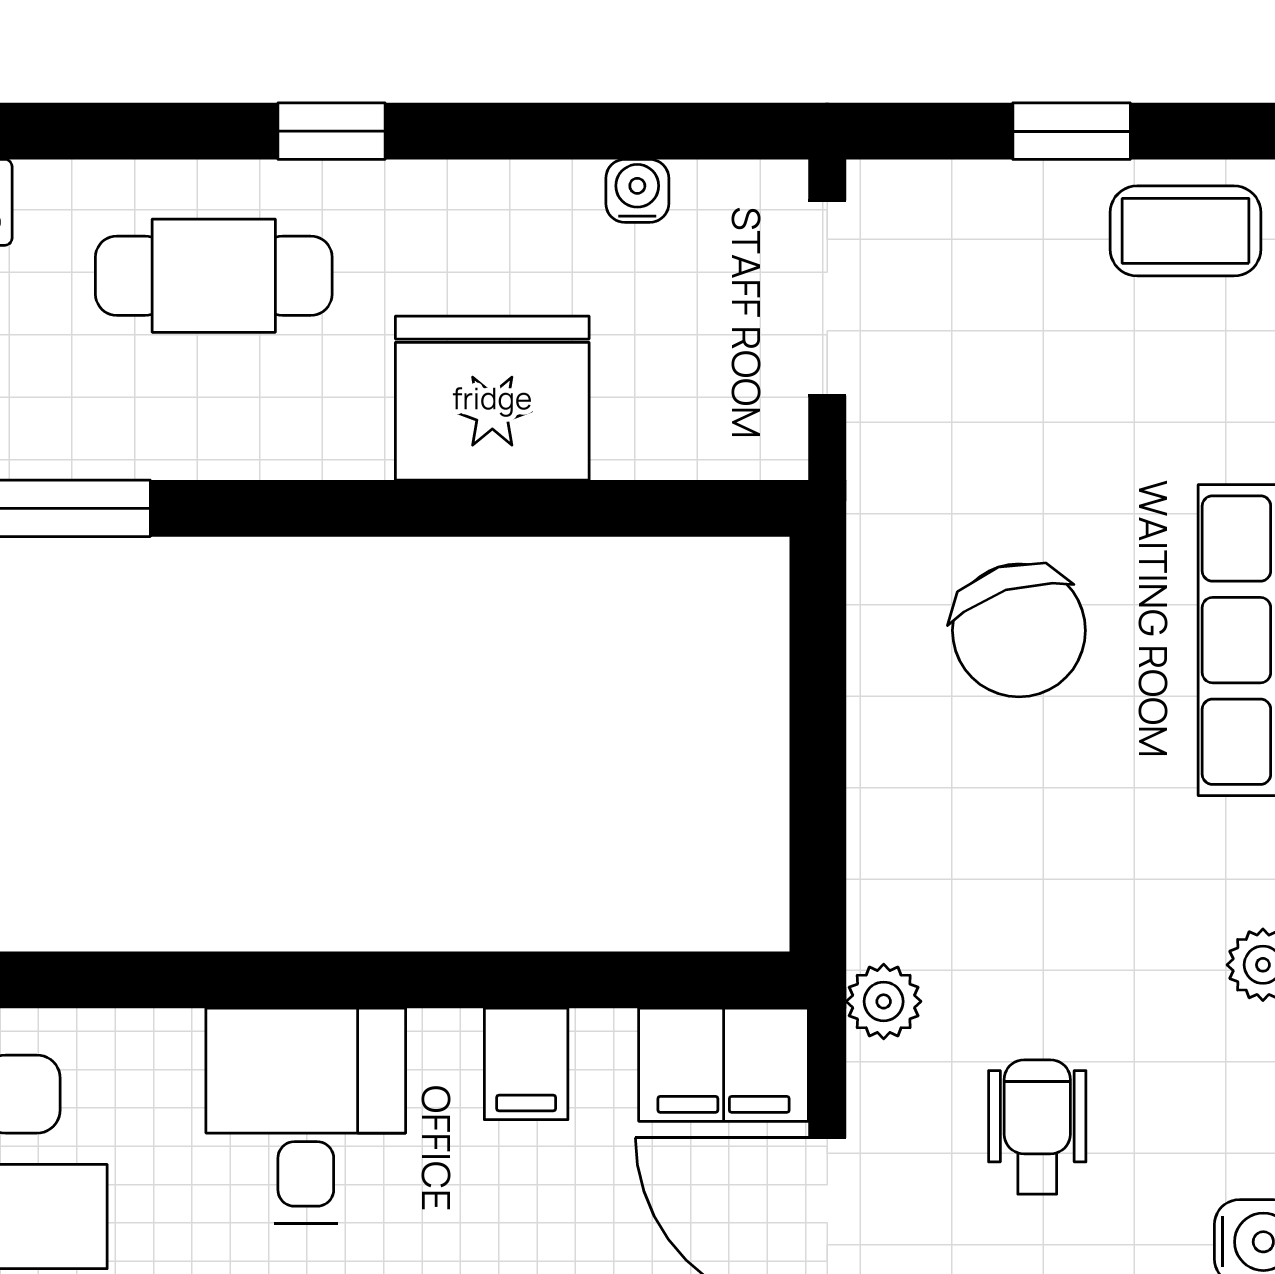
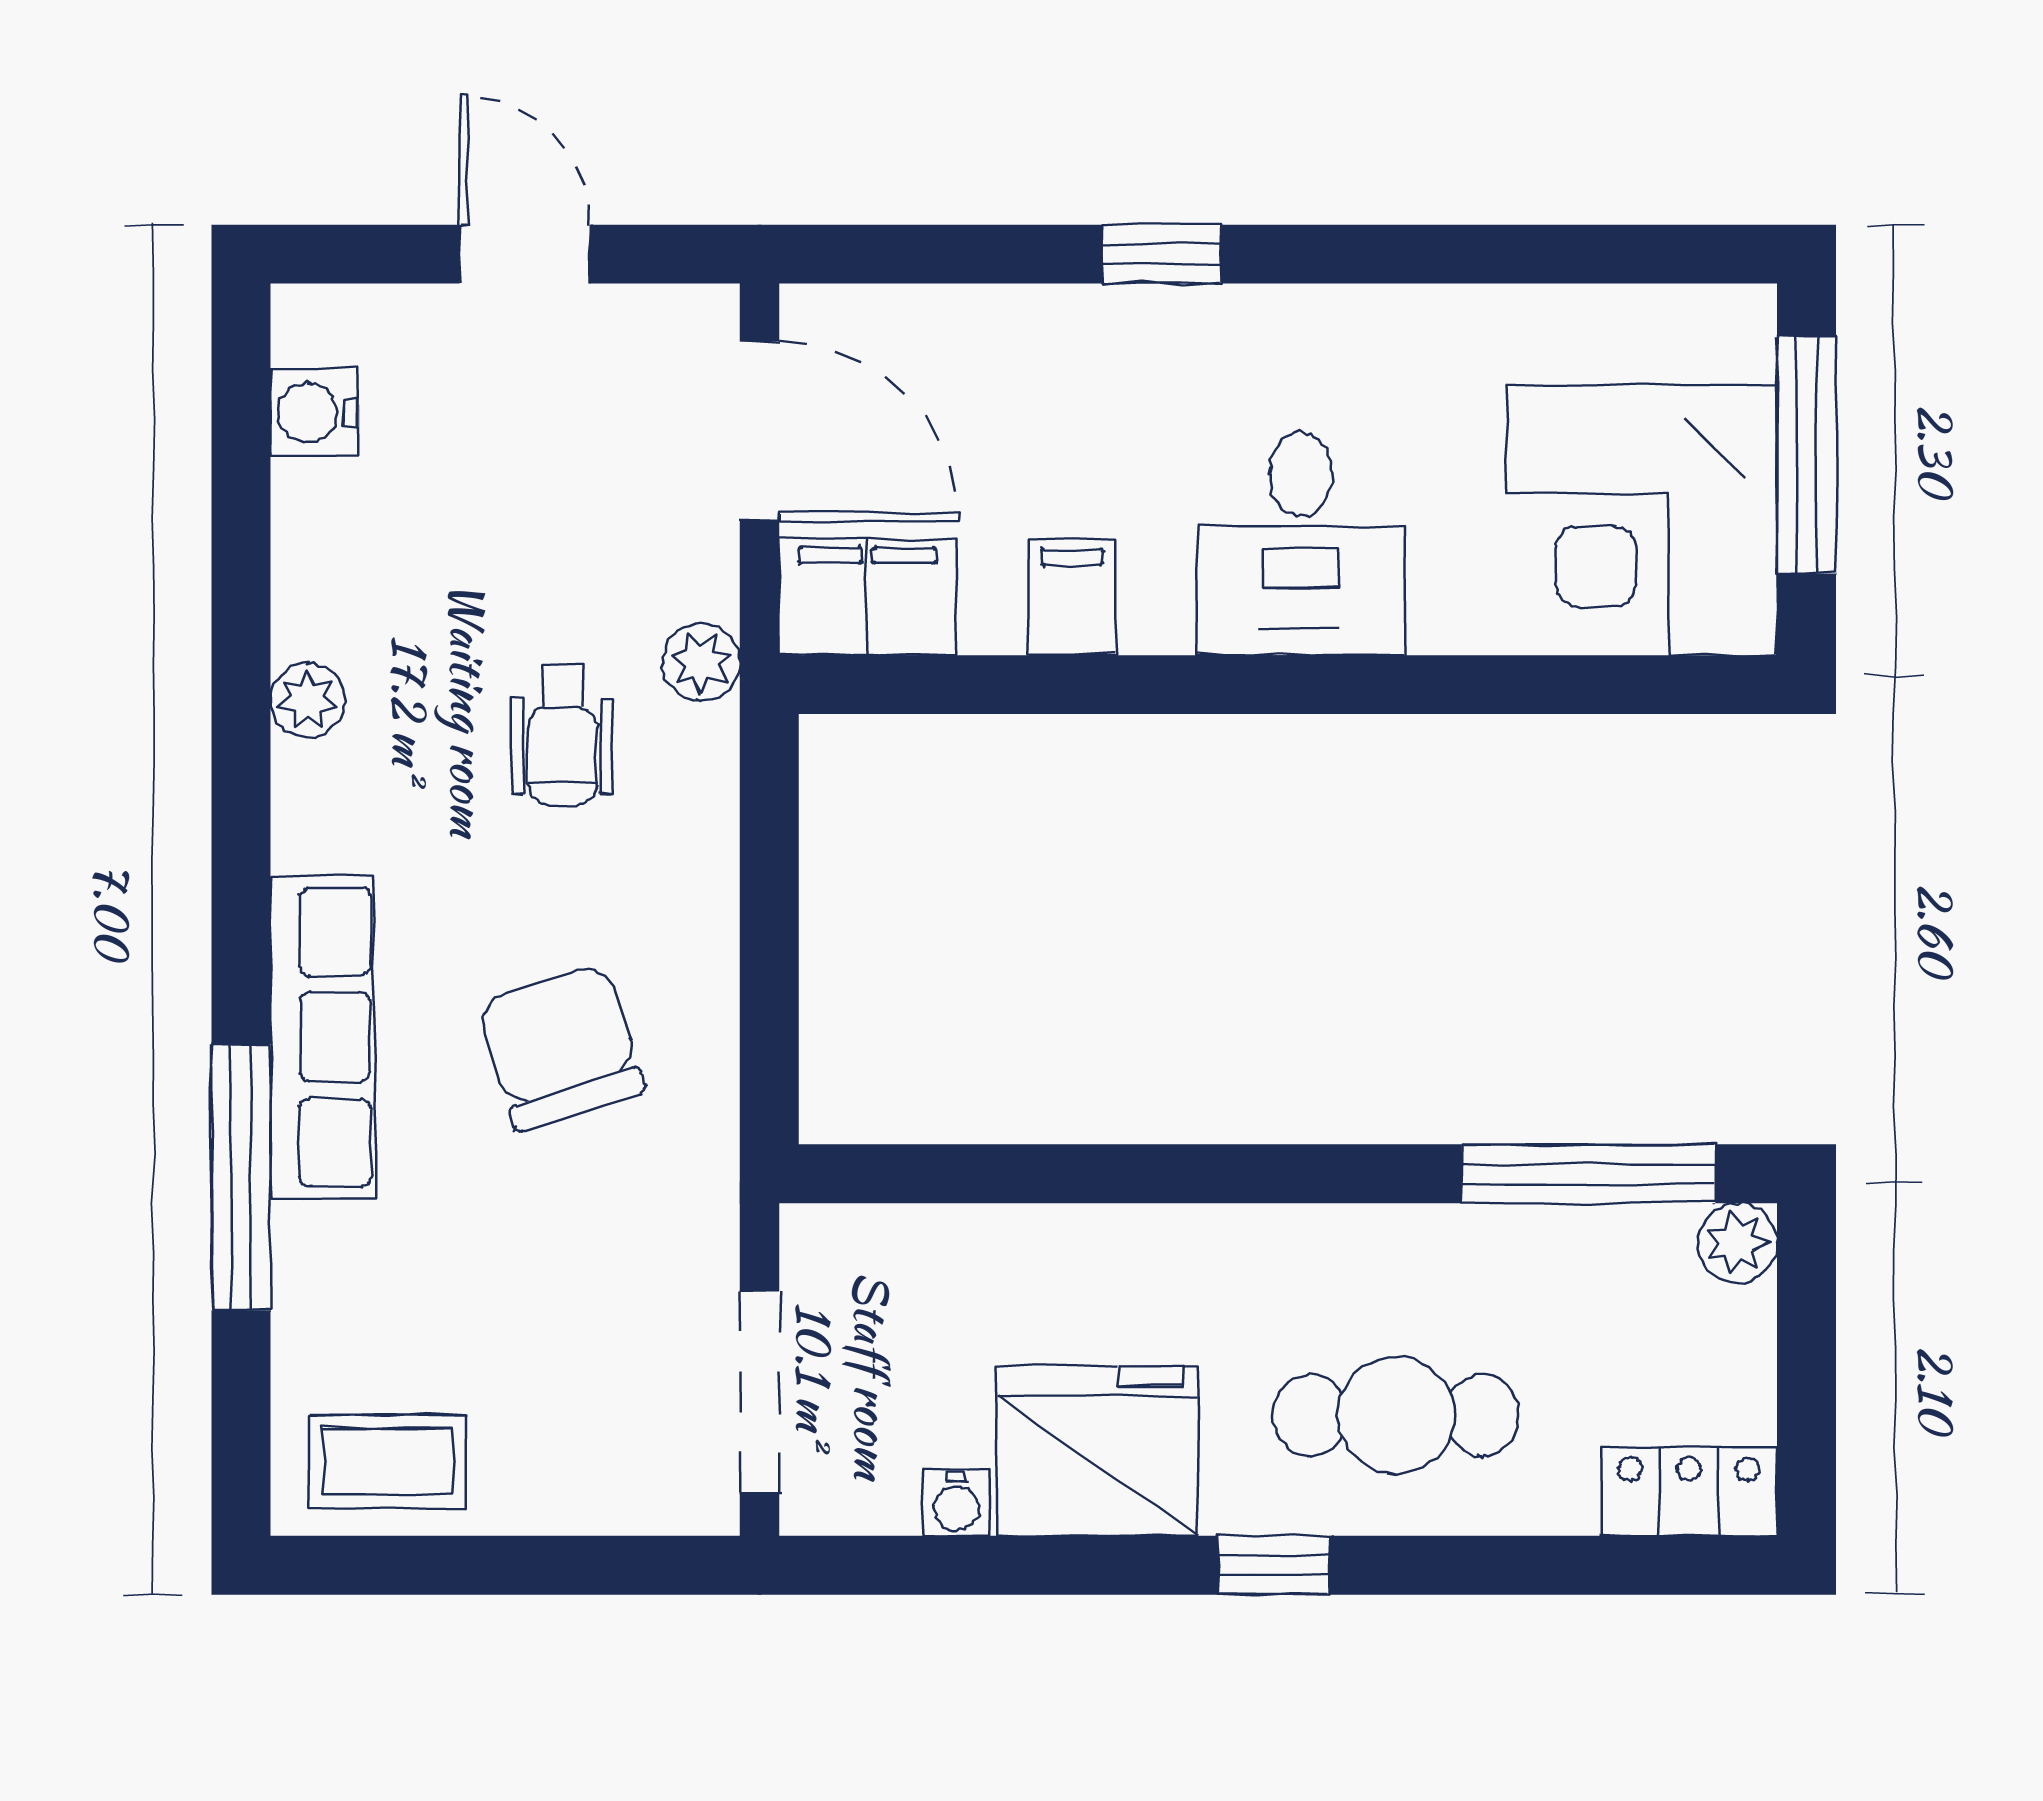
window: (1072, 131) -> (506, 1565), removed
fridge: (492, 398) -> (1098, 1451), moved, turned 180
wheelchair: (1037, 1127) -> (562, 735), moved

